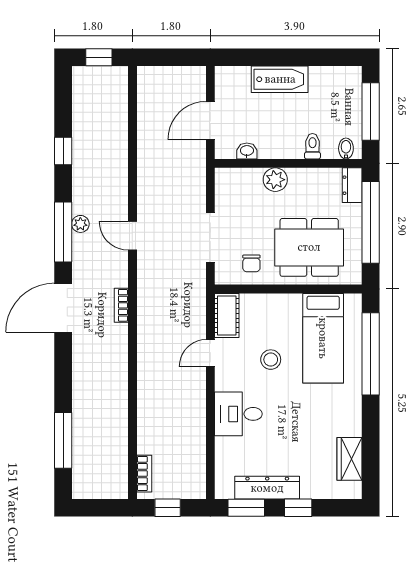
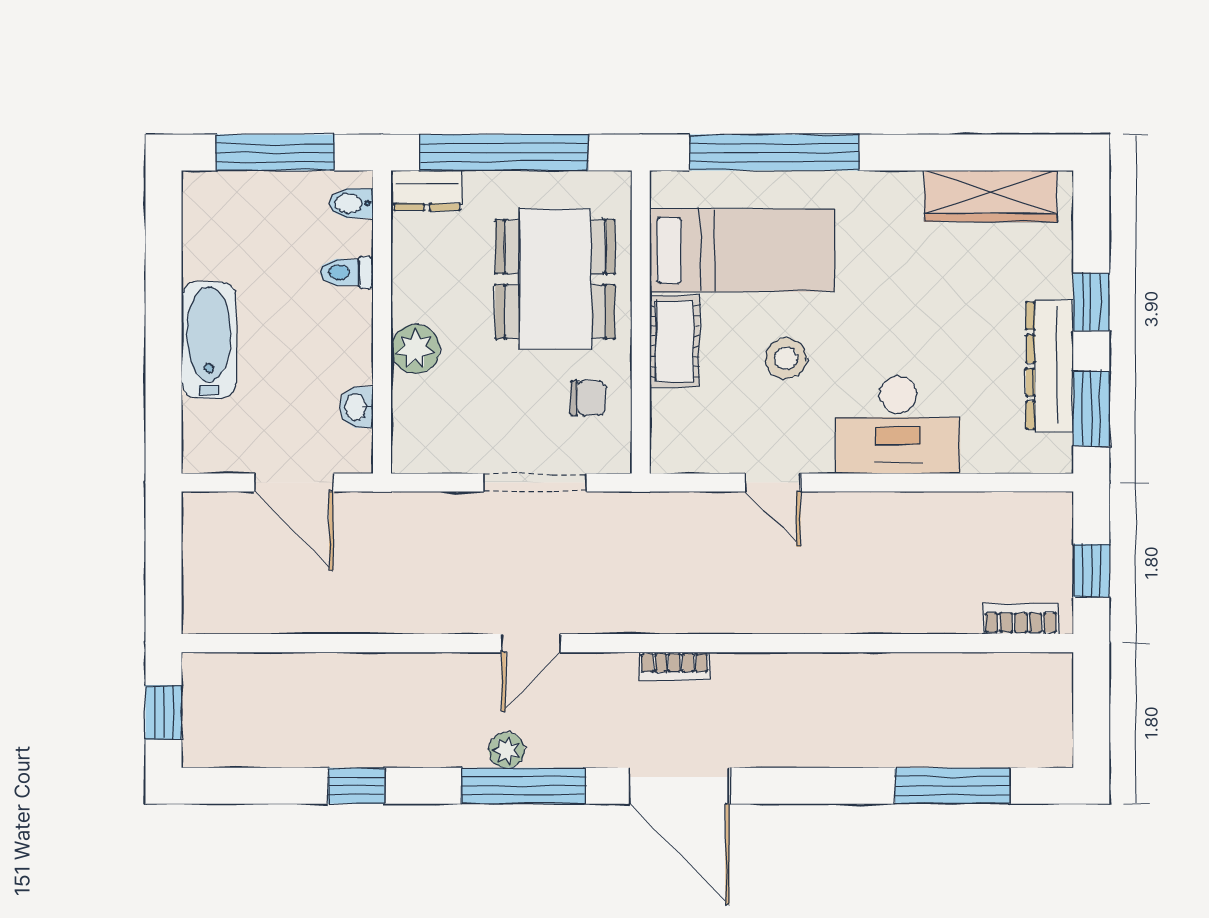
cot: (227, 316) -> (674, 341), moved, turned 90
desk: (238, 414) -> (898, 425), width x1.37
wardrobe: (350, 459) -> (991, 196), width x1.50

